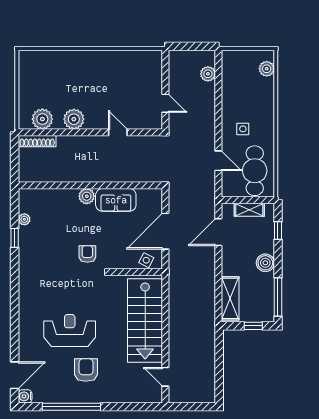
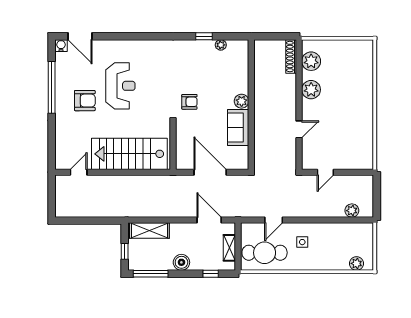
side table: (146, 260) -> (184, 155), removed

